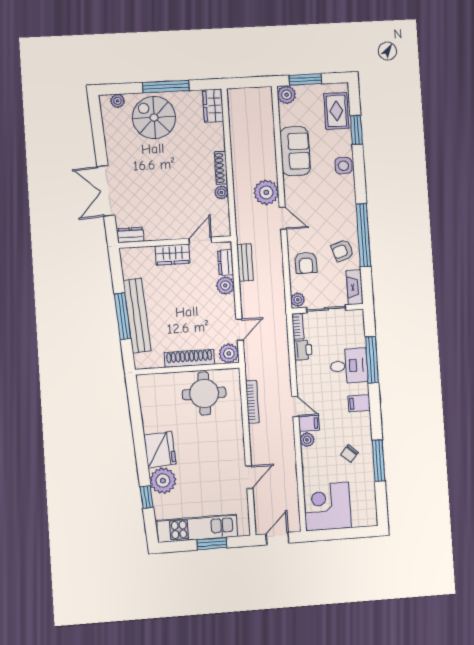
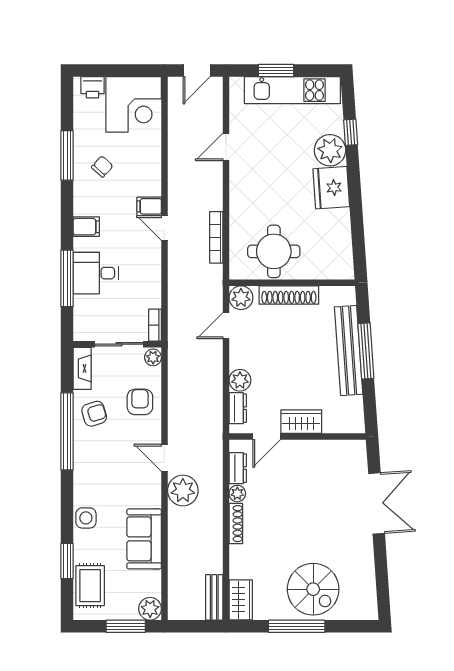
plant: (118, 101) -> (356, 612), removed
dresser: (131, 235) -> (238, 468), moved, turned -90
bench: (245, 263) -> (214, 597), moved
printer: (303, 350) -> (93, 87), moved, turned -90
plant: (307, 440) -> (153, 187), removed

